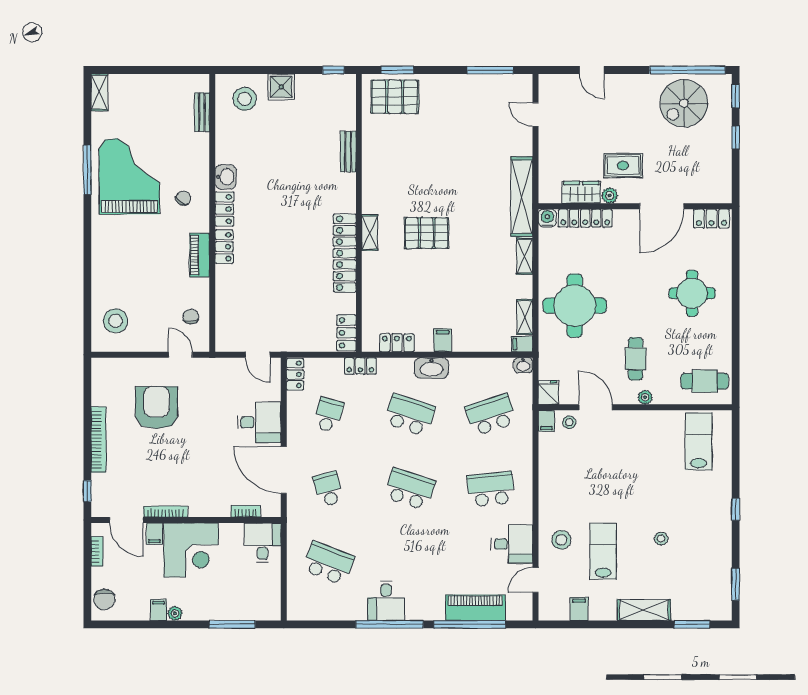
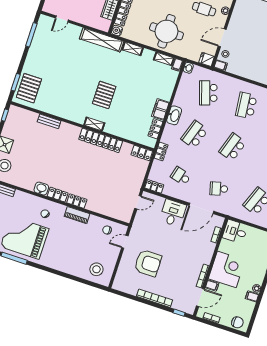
filing cabinet: (443, 340) -> (160, 109), width x2.00
armchair: (157, 408) -> (148, 263), turned 180

